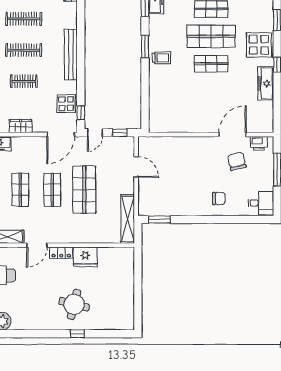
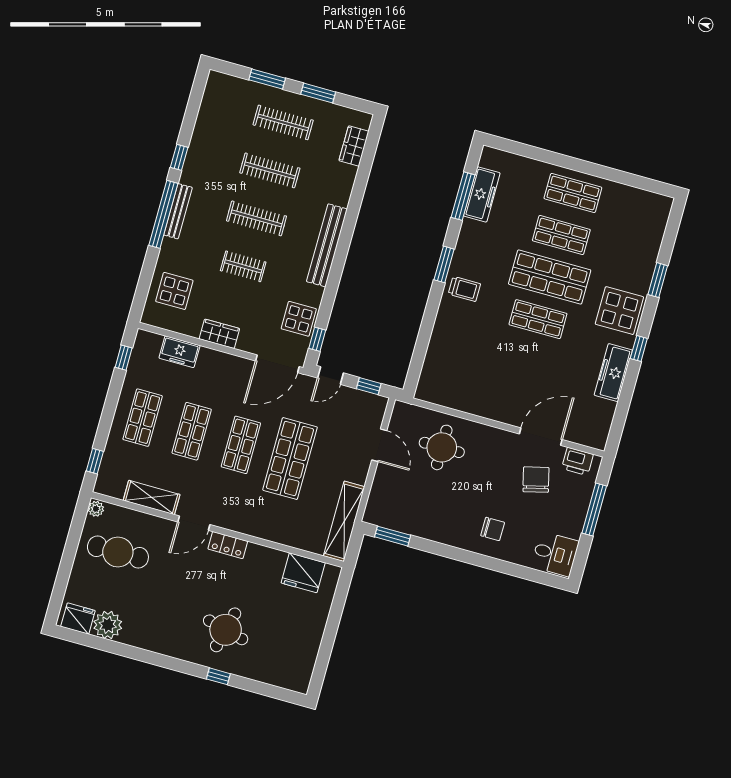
round table: (174, 158) -> (442, 447), added
fridge: (85, 257) -> (303, 573), moved

